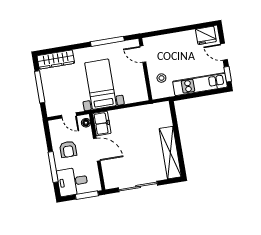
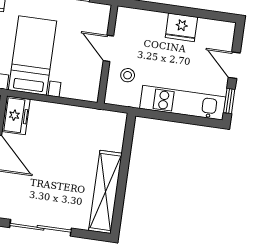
fridge: (206, 35) -> (181, 27), moved
door: (143, 54) -> (108, 48), moved

